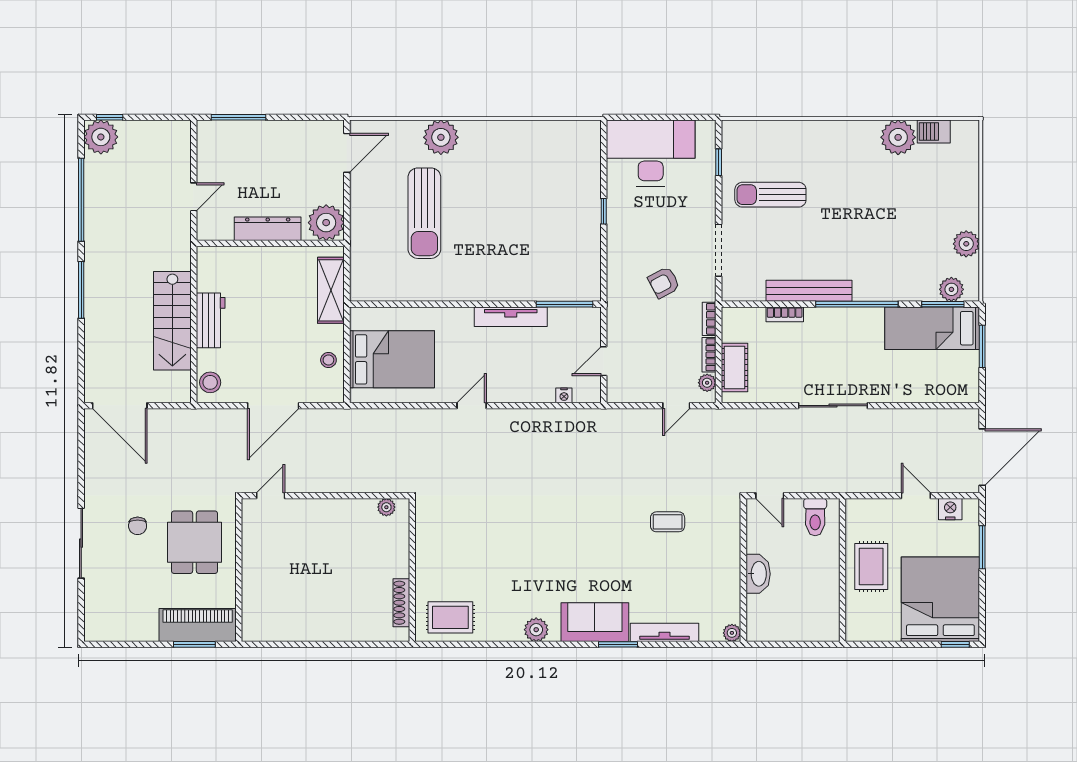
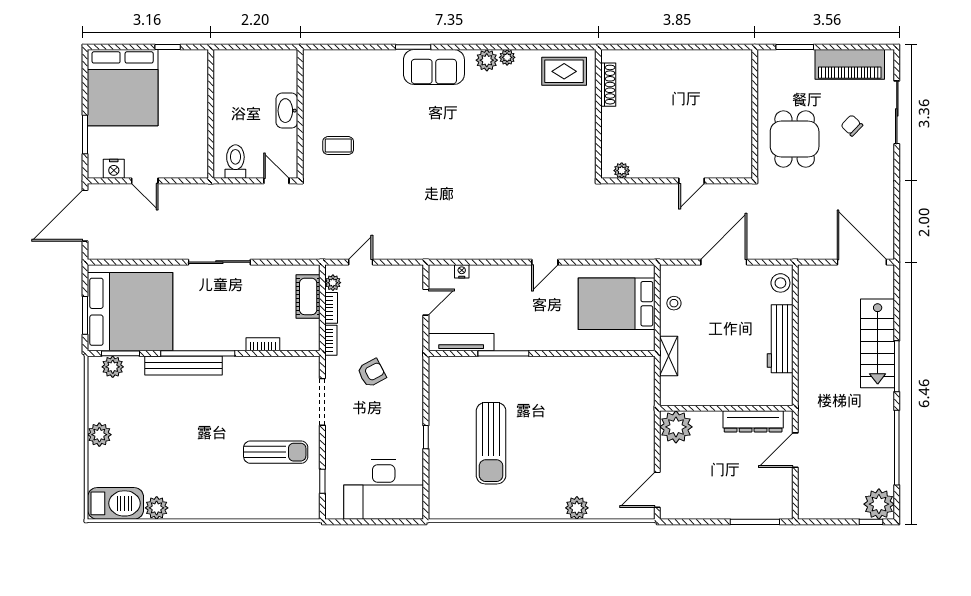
barbecue: (934, 132) -> (116, 503), width x1.88, depth x1.53
plant: (441, 137) -> (577, 508), width x0.73, depth x0.73
plant: (898, 137) -> (157, 508), width x0.73, depth x0.73
door: (194, 197) -> (795, 450), width x1.37
sun lounger: (424, 213) -> (491, 443), moved, turned 180
dresser: (268, 229) -> (753, 421), moved
plant: (966, 244) -> (99, 435), moved
shelving: (331, 290) -> (669, 356), width x0.67, depth x0.75
bench: (809, 291) -> (183, 365), moved
window: (564, 304) -> (503, 353), moved
tv unit: (511, 317) -> (461, 342), moved
workbench: (211, 320) -> (780, 339), width x1.38
stairs: (172, 321) -> (878, 343), moved, turned 180
bed: (932, 328) -> (130, 312), width x2.04
door: (271, 496) -> (692, 181), moved
coffee table: (668, 522) -> (338, 146), moved
chair: (138, 526) -> (852, 125), moved, turned -46
sliding door: (81, 543) -> (897, 112), moved
rug: (871, 567) -> (185, 117), removed
piano: (198, 625) -> (850, 64), moved
tv unit: (664, 632) -> (371, 58), removed
plant: (732, 633) -> (507, 57), moved
window: (955, 644) -> (168, 47), moved

